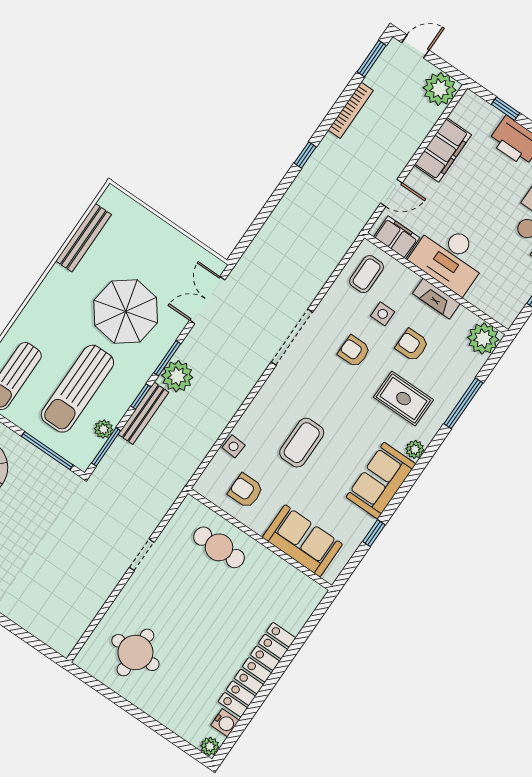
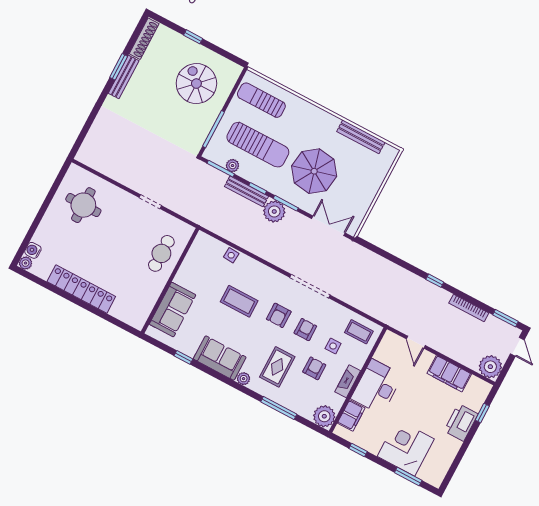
filing cabinet: (397, 237) -> (351, 416), moved
sun lounger: (77, 389) -> (258, 145), turned 180
armchair: (246, 491) -> (279, 315), moved, turned 180
water cooler: (225, 723) -> (33, 250), moved, turned 90

